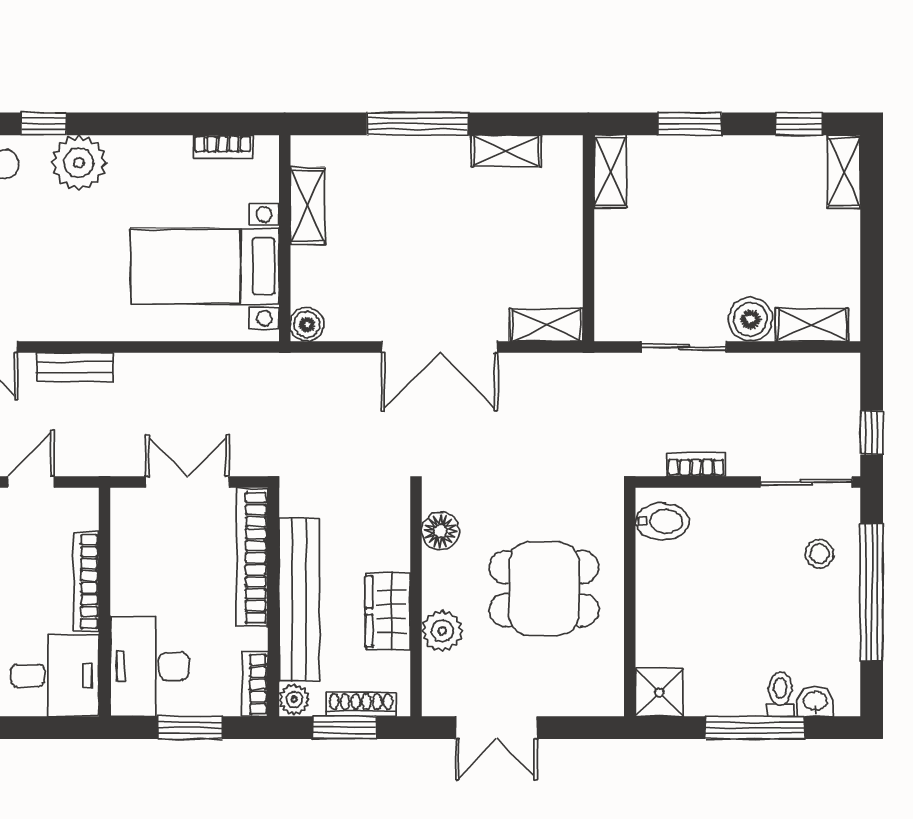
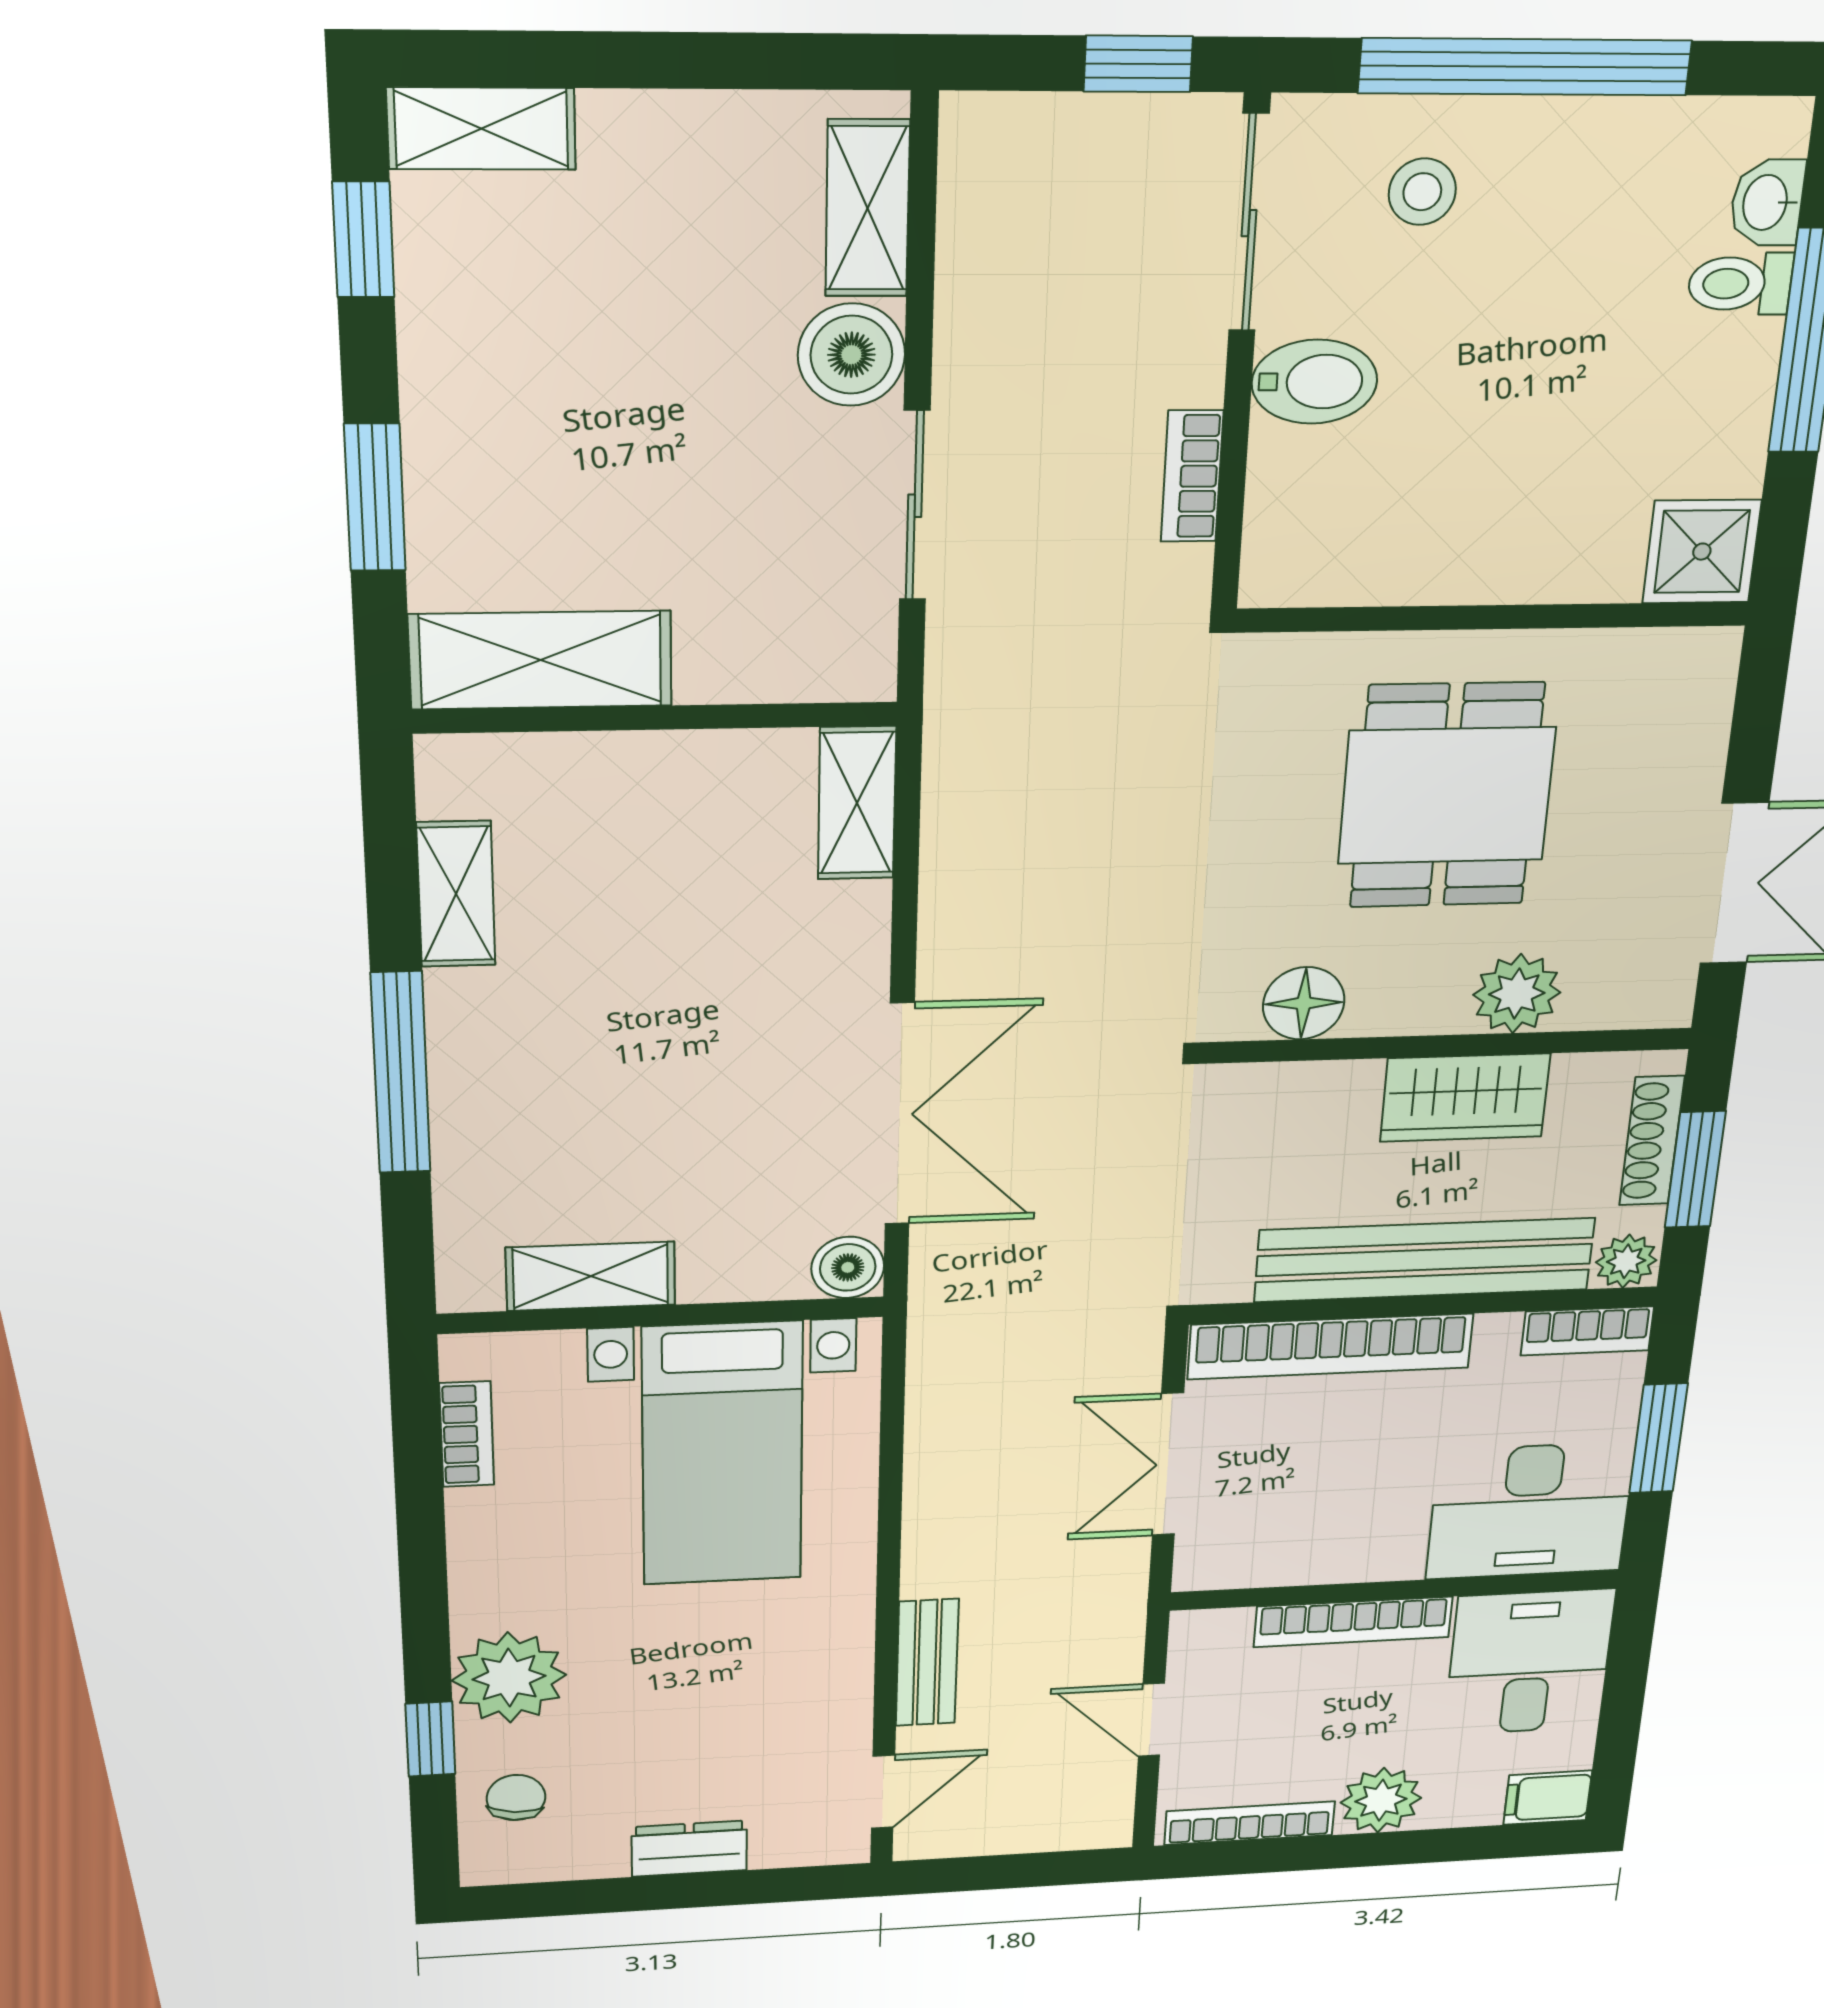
shelving: (610, 172) -> (541, 660), width x1.50, depth x1.33
double door: (440, 347) -> (900, 1115), moved
bidet: (662, 521) -> (1315, 382), moved, turned 90

